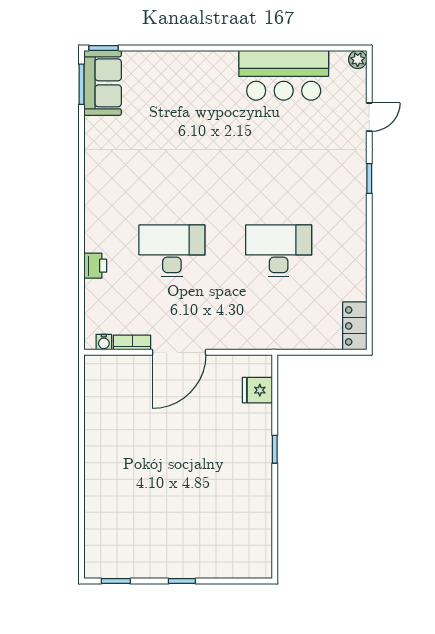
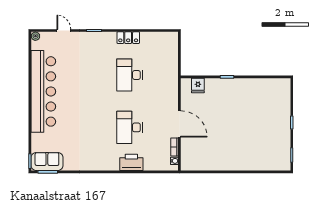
bar counter: (284, 75) -> (43, 91), width x1.86
printer: (95, 266) -> (131, 162), width x1.87, depth x1.48
locker: (355, 326) -> (128, 38), moved

